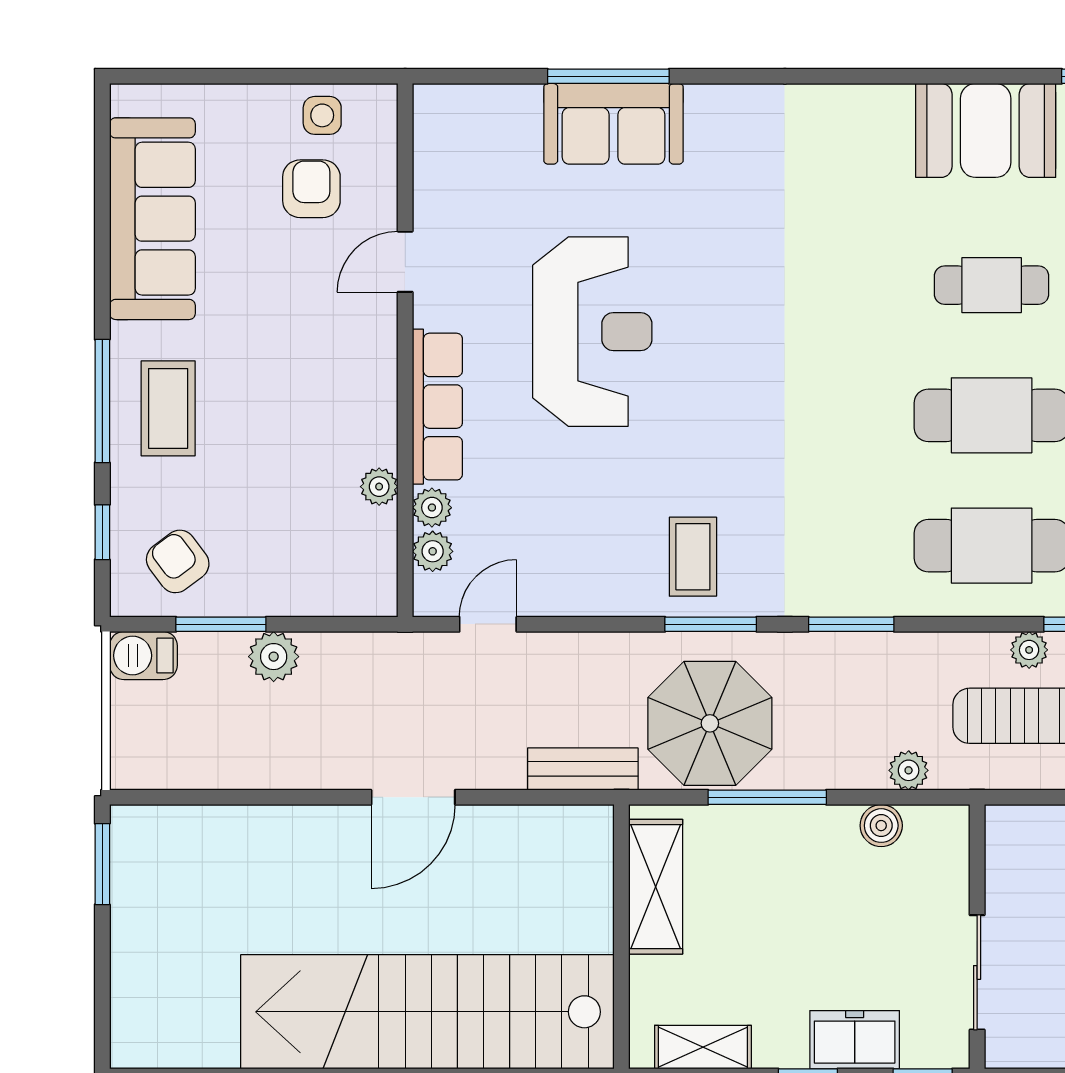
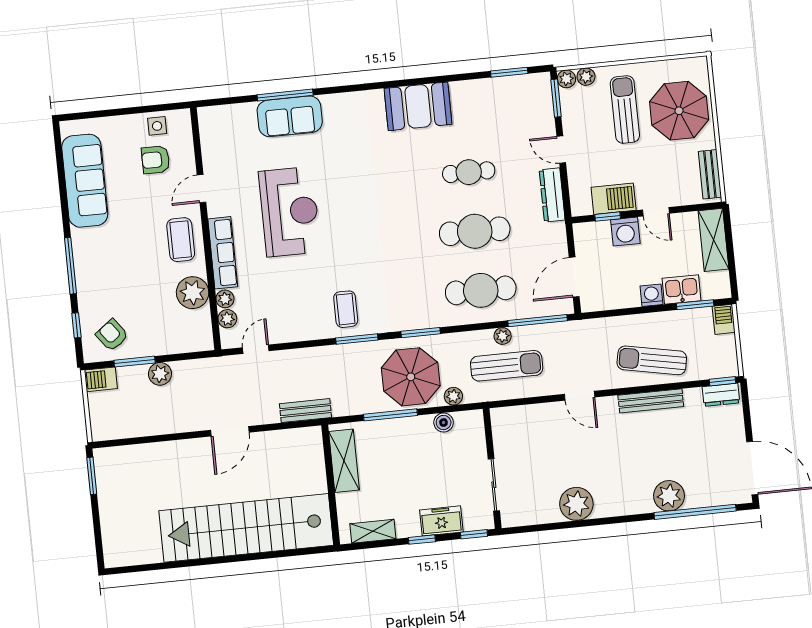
booth: (986, 130) -> (418, 106), moved
armchair: (311, 189) -> (156, 160), turned -90
coffee table: (168, 408) -> (181, 240), moved
plant: (379, 487) -> (193, 293), width x1.87, depth x1.87
parasol: (710, 723) -> (411, 377), moved

